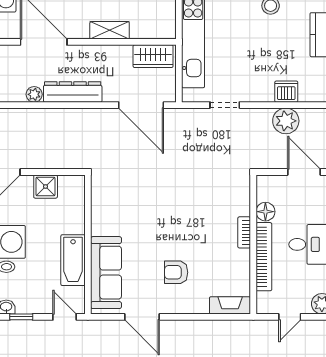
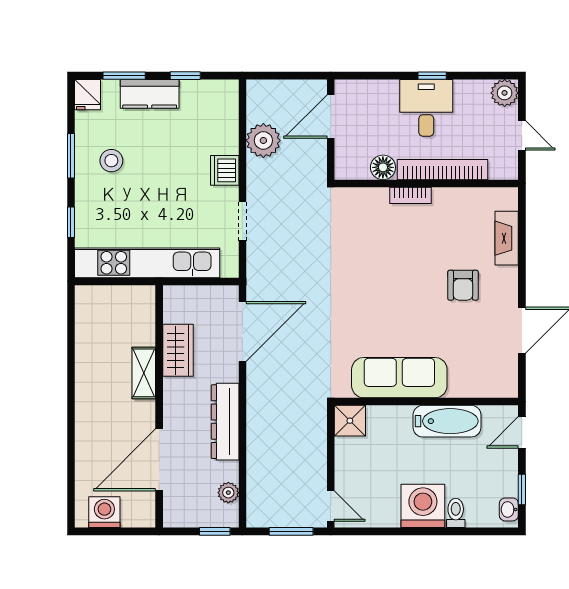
wardrobe: (153, 56) -> (178, 350), moved
dishwasher: (286, 92) -> (225, 170), moved
plant: (34, 94) -> (228, 493), moved
shower: (46, 187) -> (350, 421), moved
sofa: (106, 273) -> (399, 378), moved
fireplace: (230, 305) -> (507, 238), moved

